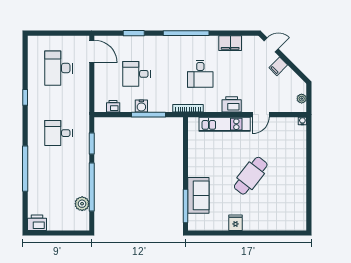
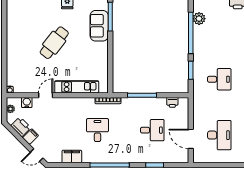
door: (92, 51) -> (191, 139), moved
printer: (232, 104) -> (21, 127), moved, turned -135
water cooler: (141, 106) -> (27, 102), moved

